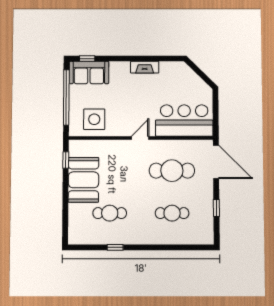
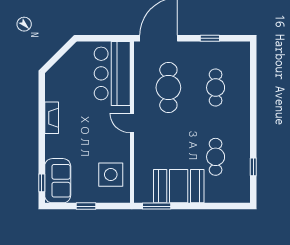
window: (66, 97) -> (86, 206), width x0.32
window: (66, 160) -> (157, 206), width x1.50
window: (115, 247) -> (253, 167), moved

